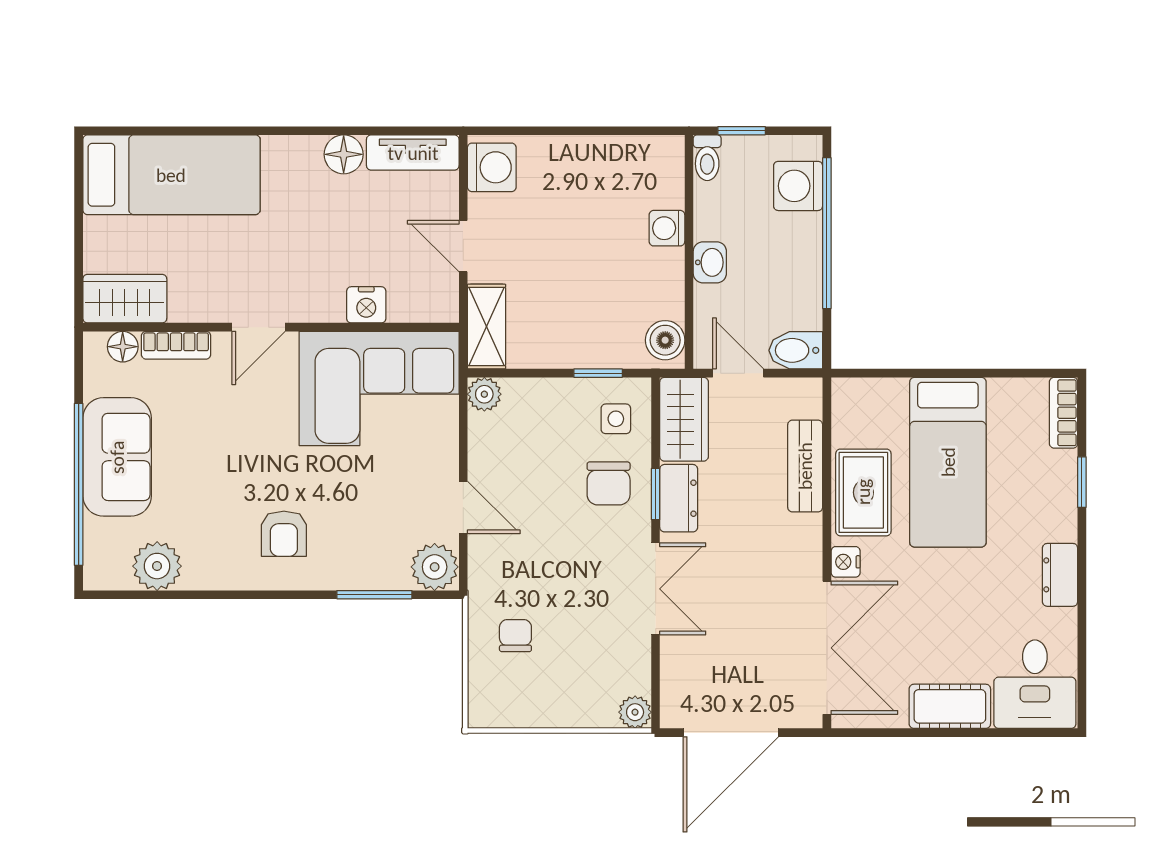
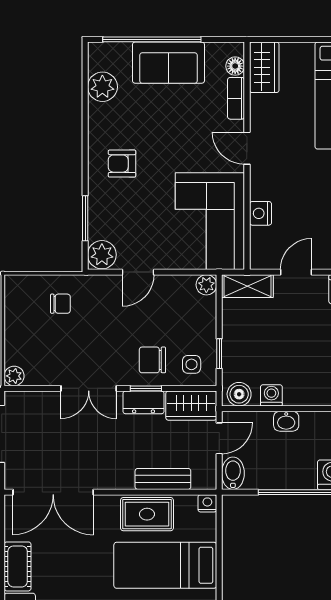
washing machine: (667, 228) -> (271, 395), moved
nightstand: (846, 562) -> (207, 503), moved

